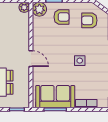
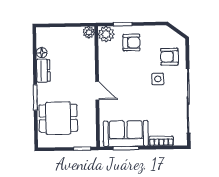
armchair: (89, 20) -> (169, 57), moved
side table: (80, 61) -> (158, 79), moved

